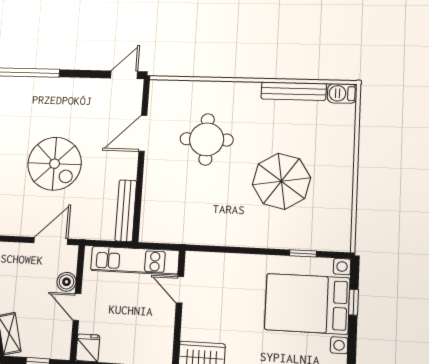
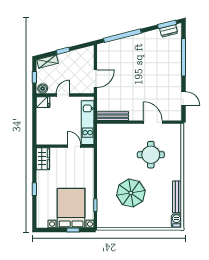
door: (124, 75) -> (184, 99), moved
spiral stairs: (55, 164) -> (135, 77), removed
door: (51, 241) -> (95, 79), hinge flipped
boiler: (66, 282) -> (43, 89), moved
door: (180, 290) -> (74, 146), hinge flipped

